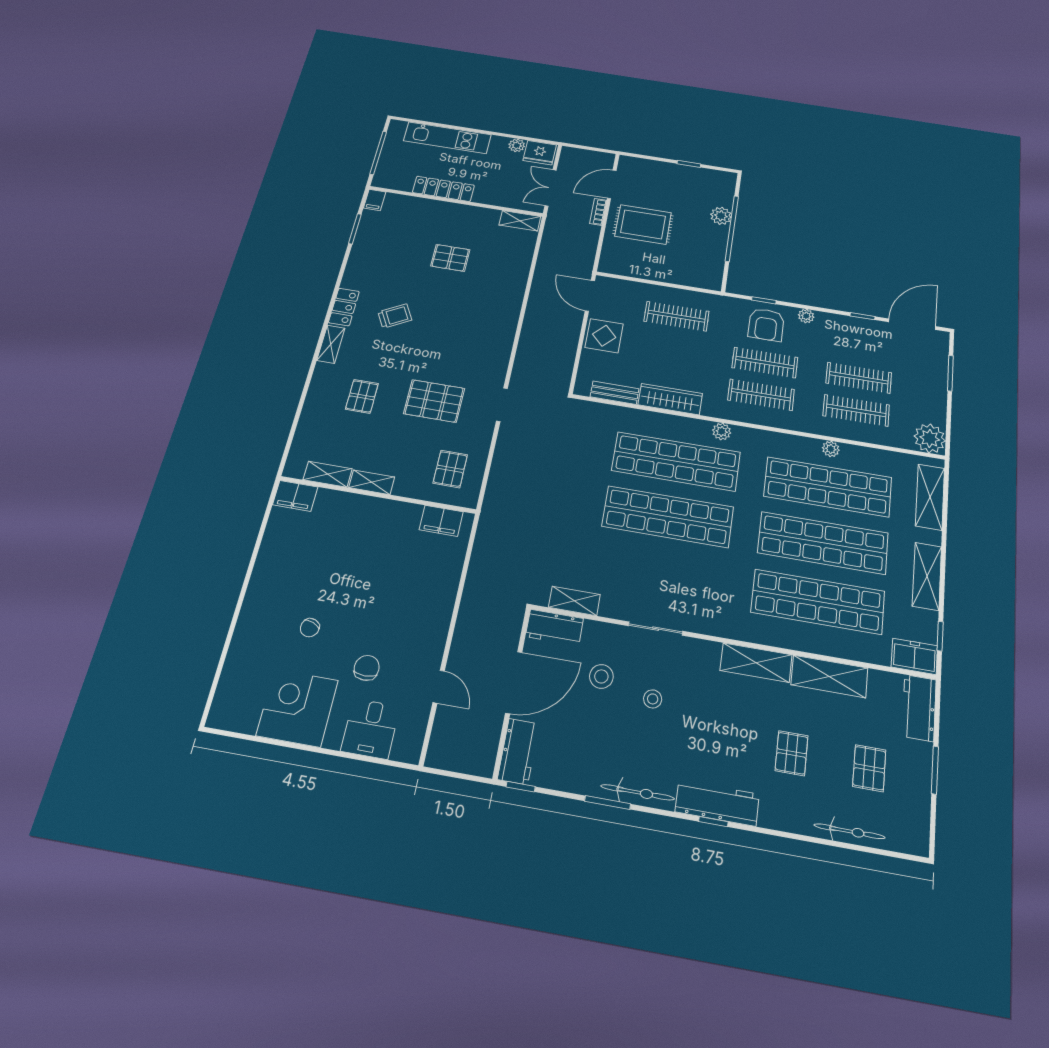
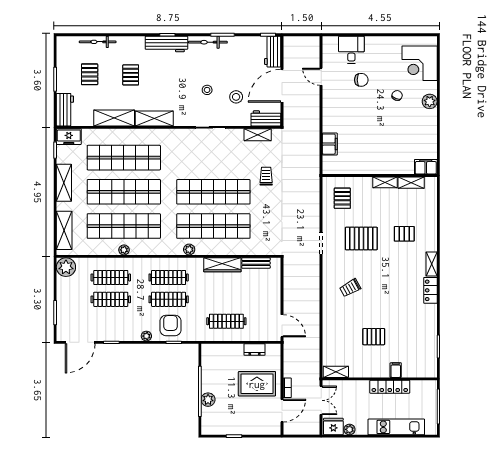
filing cabinet: (375, 200) -> (396, 370), moved
dresser: (639, 270) -> (255, 350), added
trolley: (395, 316) -> (350, 288), moved
display table: (604, 336) -> (269, 300), removed
pallet: (362, 396) -> (404, 234), turned 90
filing cabinet: (441, 521) -> (330, 144), moved, turned 90
trolley: (573, 527) -> (266, 176), added
plant: (255, 607) -> (430, 101), added
chair: (367, 668) -> (361, 80), turned -90
corner desk: (297, 708) -> (420, 63), moved, turned 90

